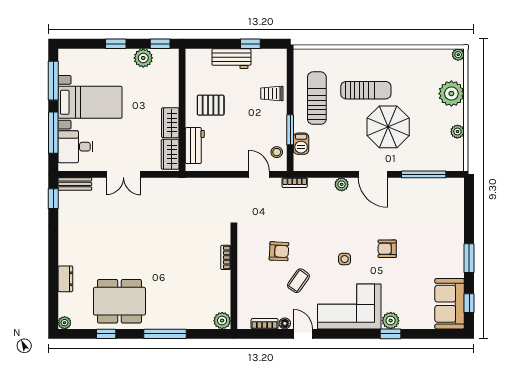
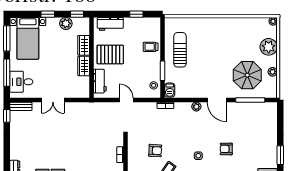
workbench: (231, 59) -> (110, 24), moved
sun lounger: (366, 90) -> (212, 45), removed
bed with nightstands: (90, 102) -> (28, 38), moved, turned 90
pallet: (211, 105) -> (110, 54), width x1.50, depth x1.42
parasol: (388, 127) -> (247, 75), moved
barbecue: (301, 144) -> (170, 90), moved
wardrobe: (170, 154) -> (84, 45), moved
door: (259, 174) -> (126, 100), moved

